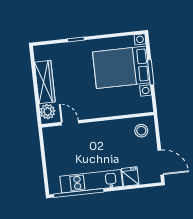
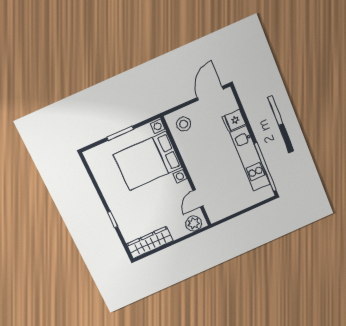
bed with nightstands: (121, 67) -> (148, 161), moved, turned 90
wardrobe: (45, 82) -> (150, 242), moved

